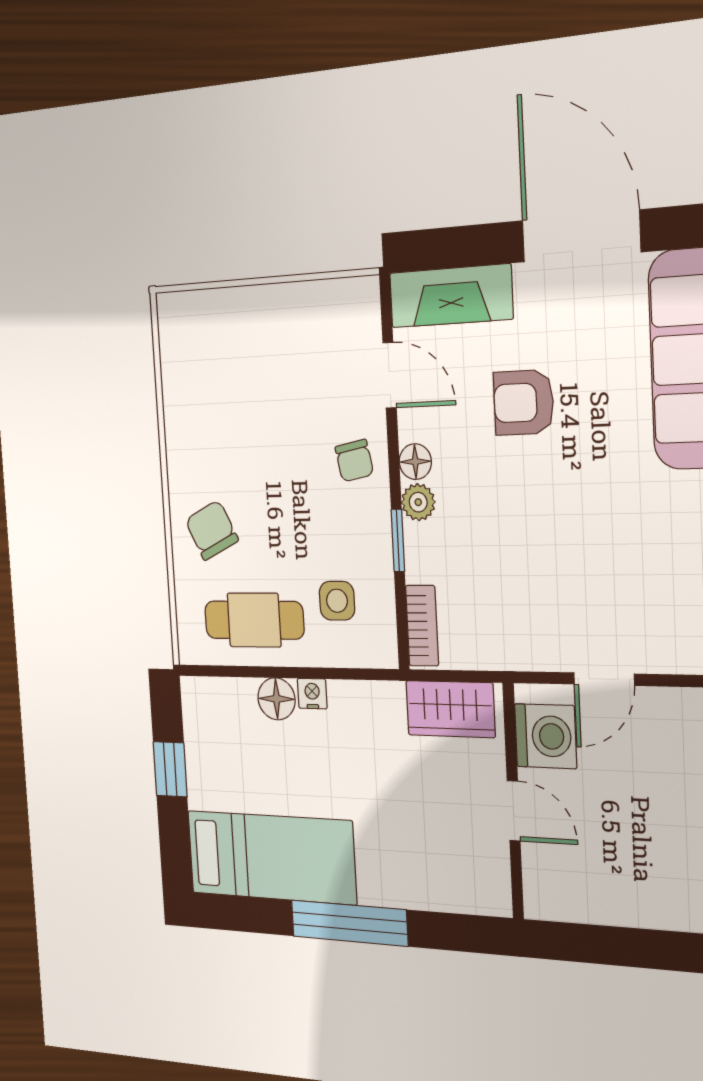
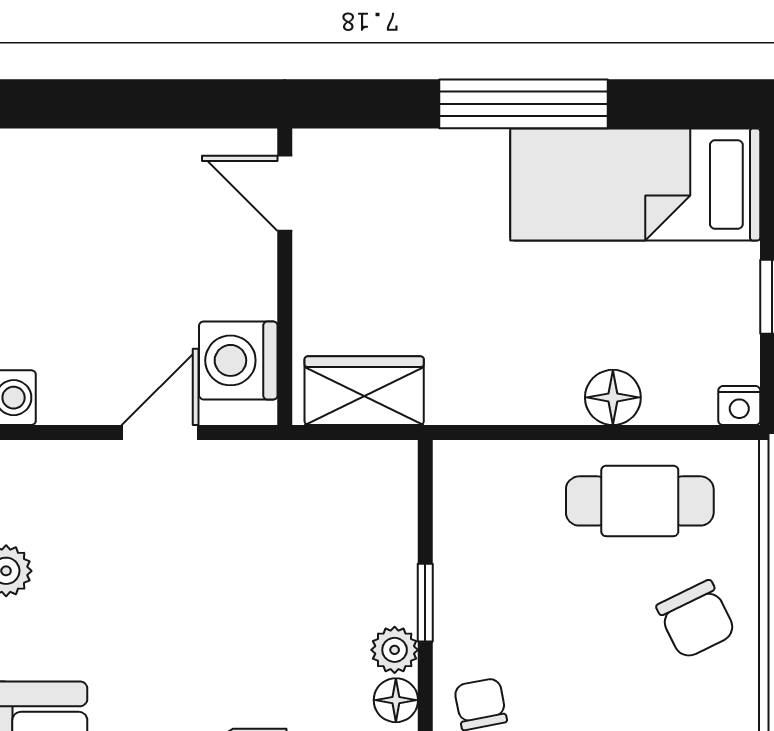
side table: (337, 601) -> (516, 527), removed
bookcase: (422, 626) -> (398, 495), removed
nightstand: (312, 694) -> (739, 406), moved
door: (514, 811) -> (285, 193), moved

